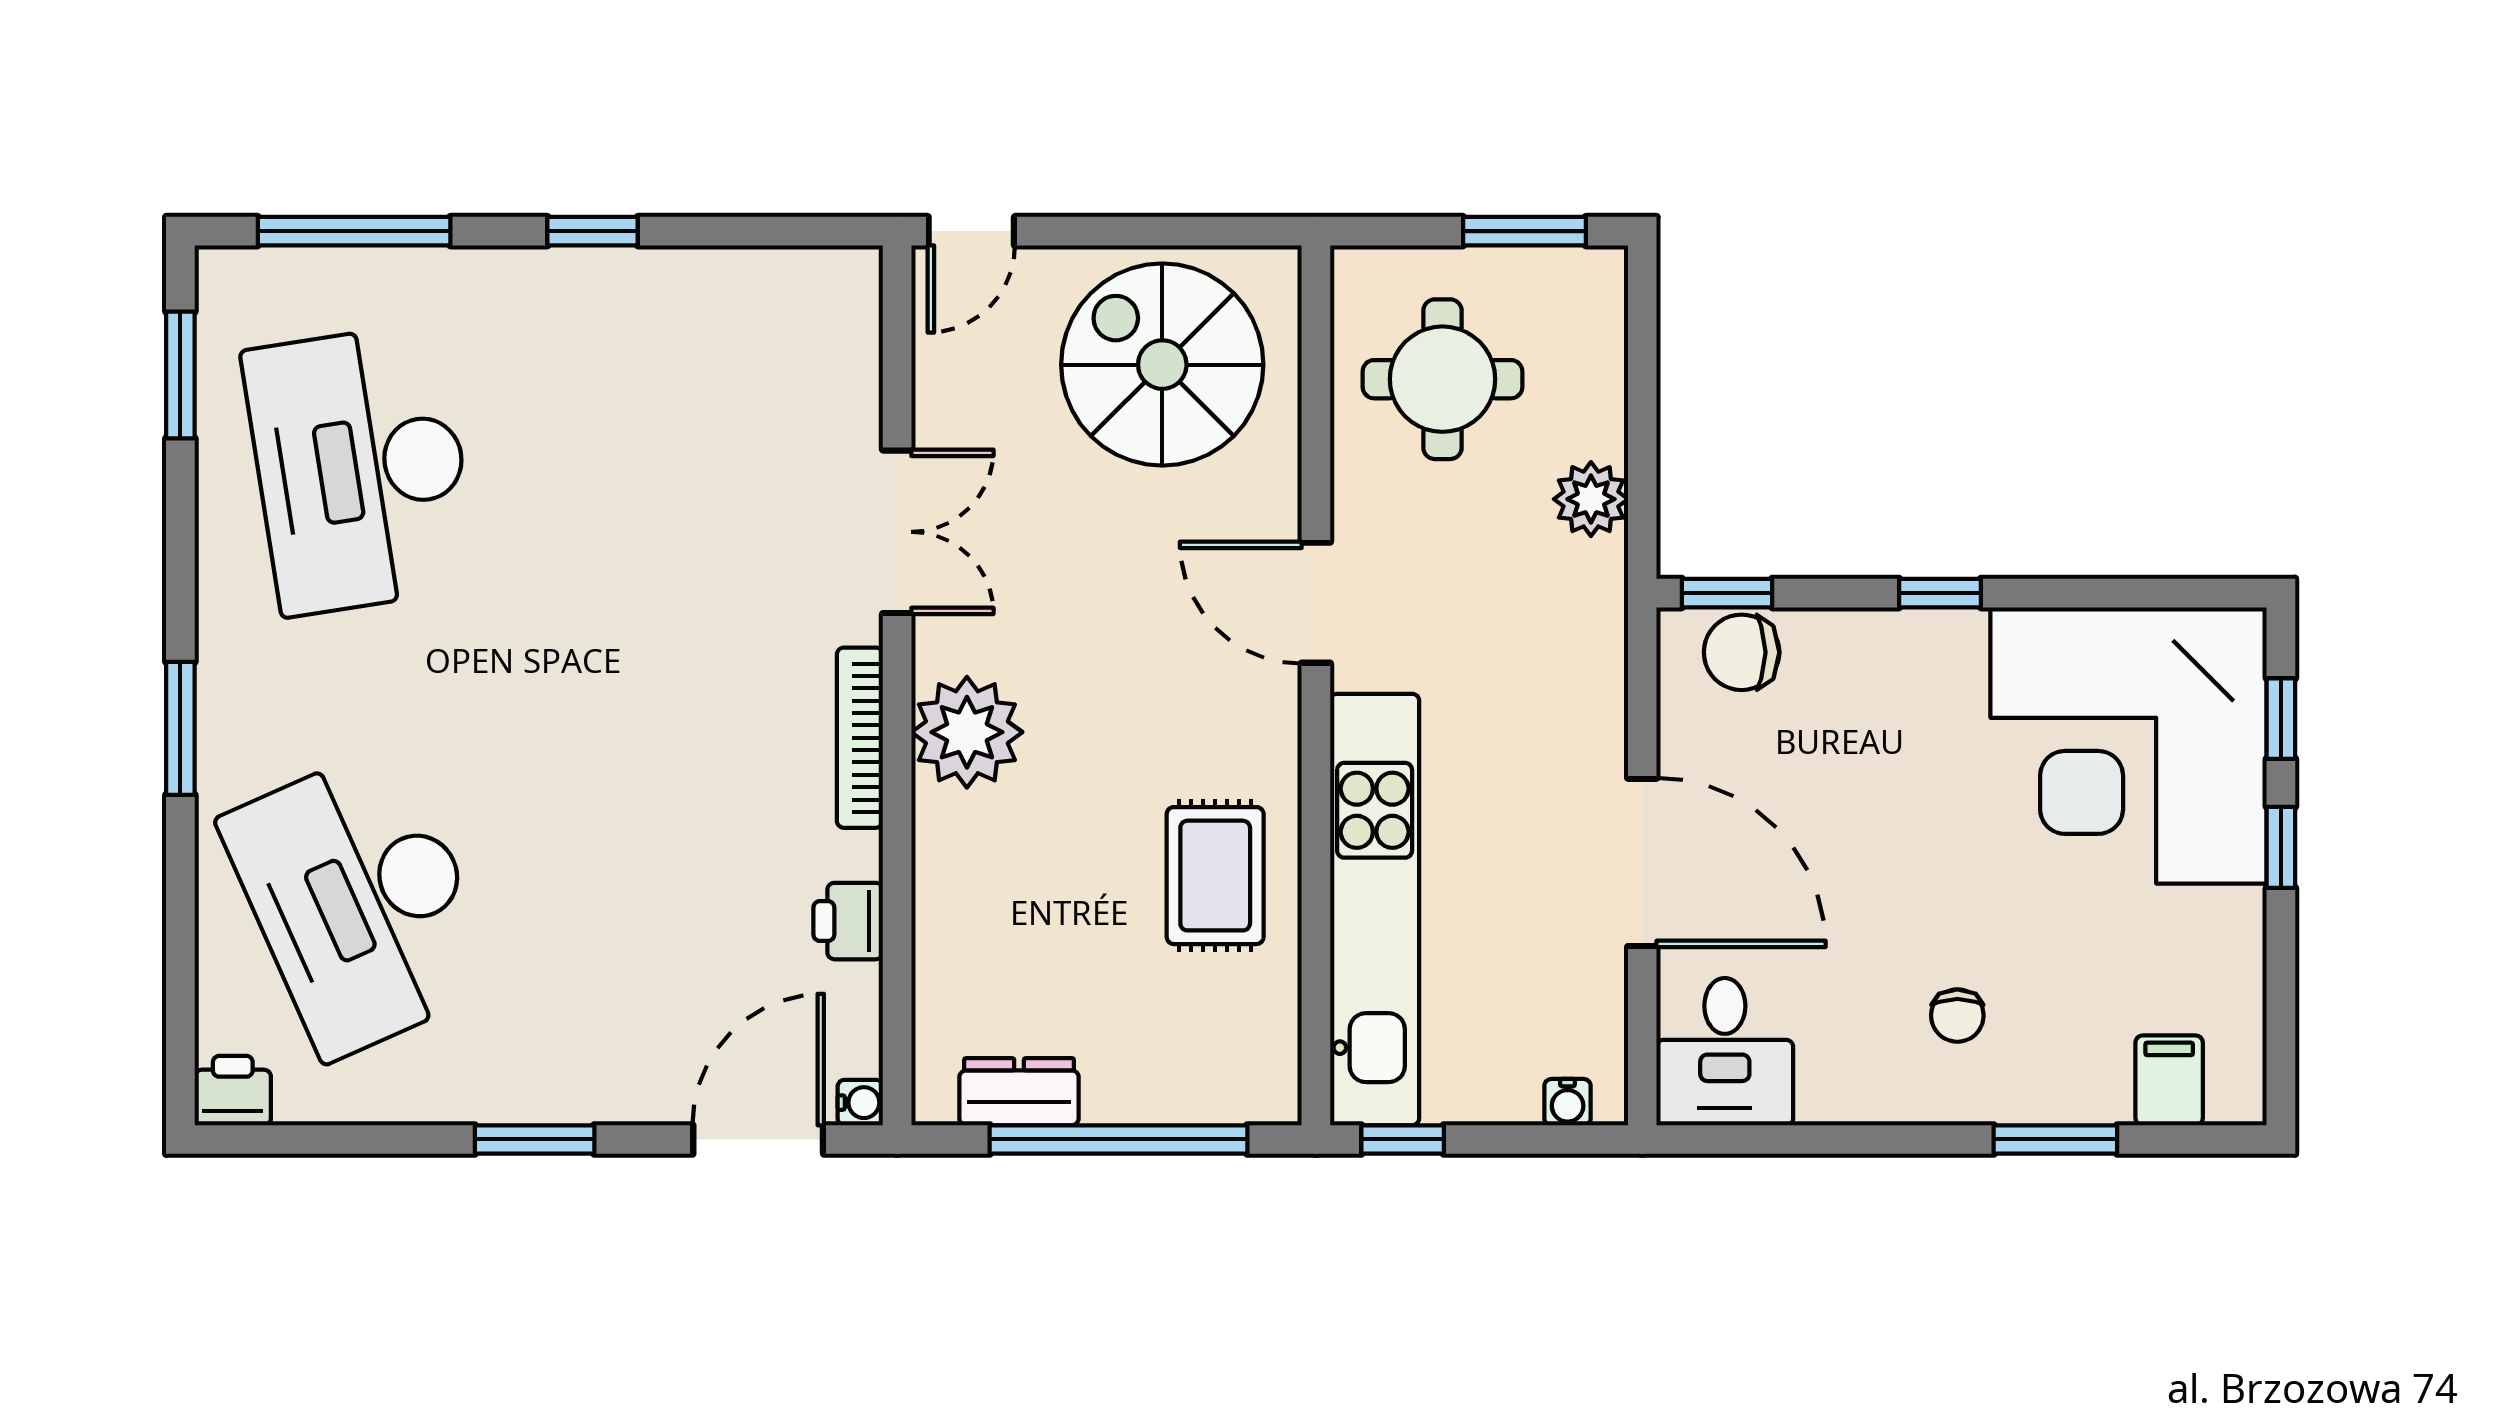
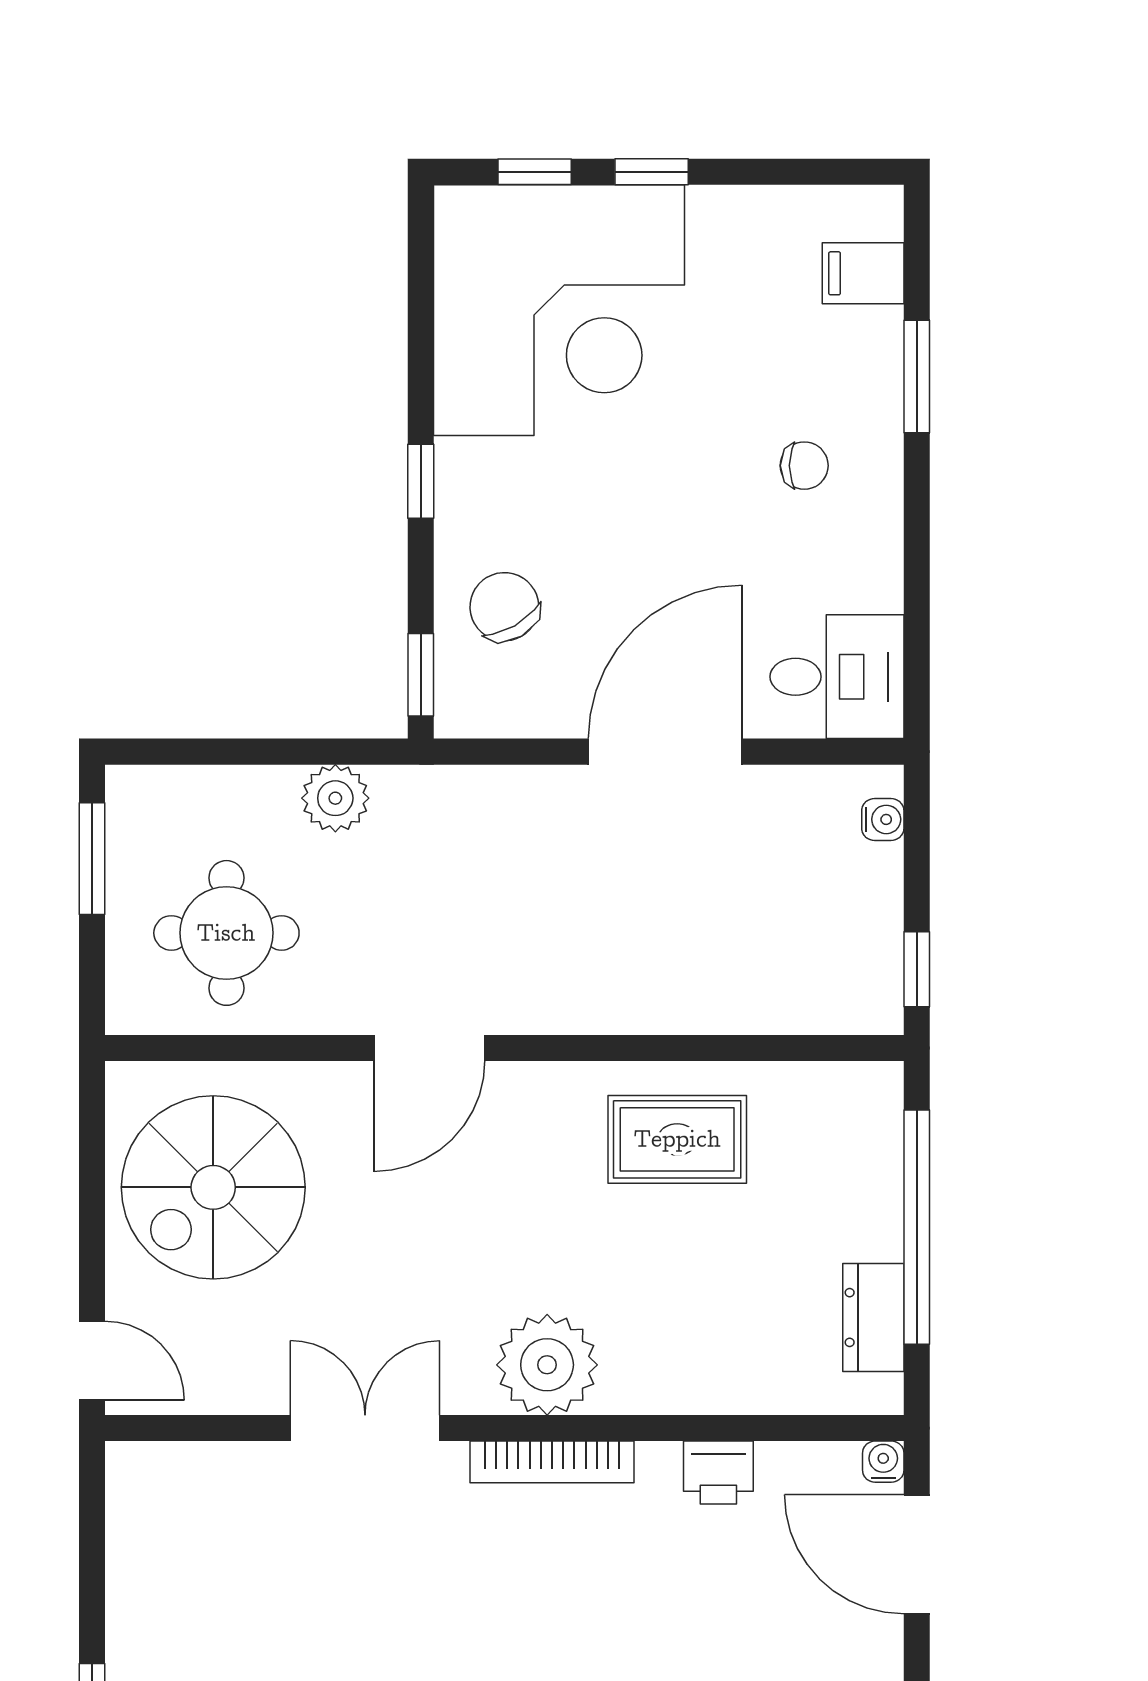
chair: (1742, 652) -> (504, 607), moved, turned 150
kitchen unit: (1375, 910) -> (708, 995), removed

